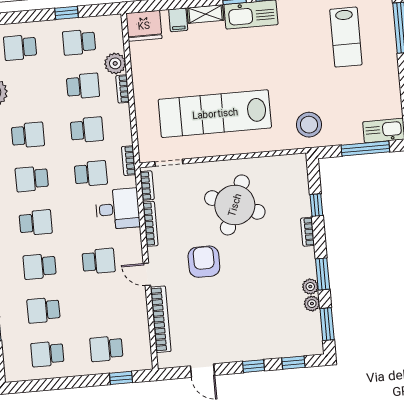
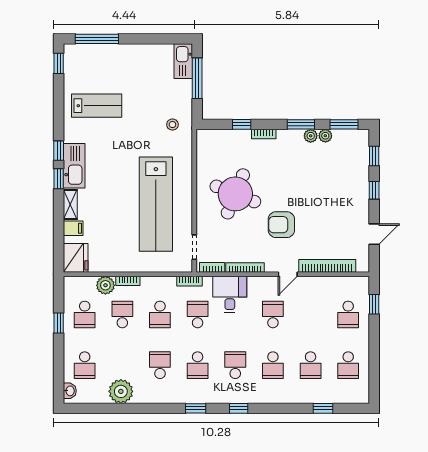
lab bench: (346, 37) -> (97, 106), moved
stool: (309, 125) -> (172, 125), width x0.53, depth x0.53
school desk: (87, 130) -> (160, 314), turned 180

